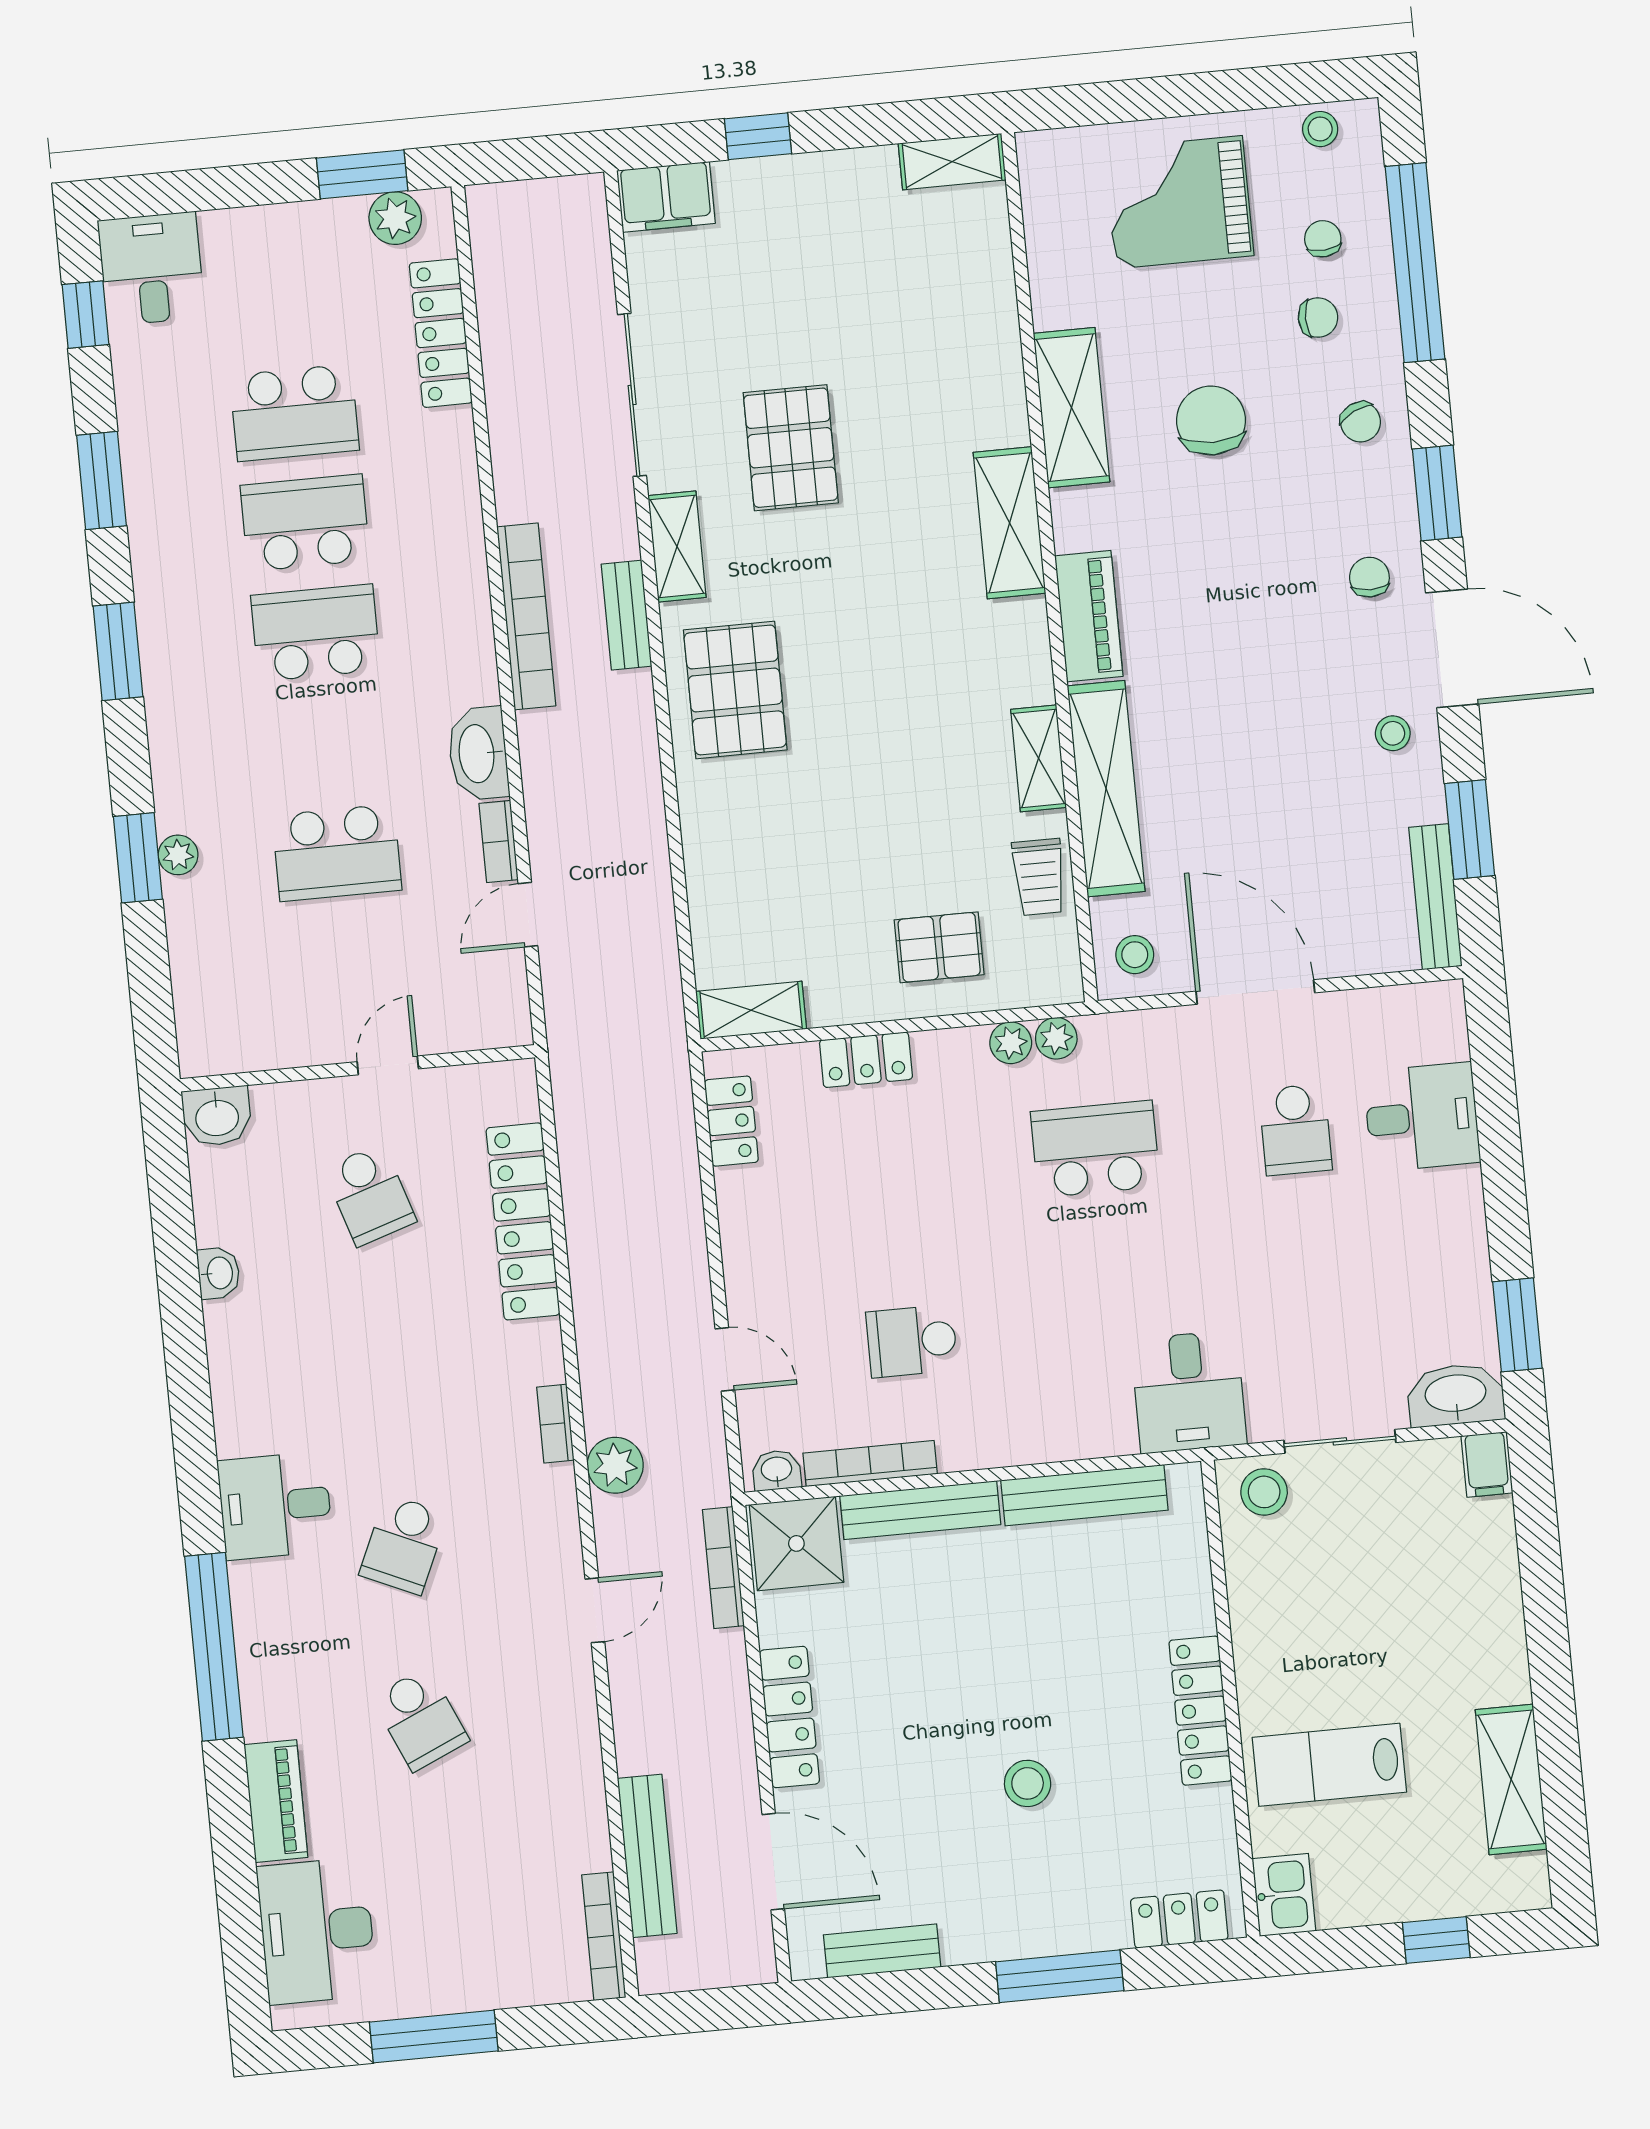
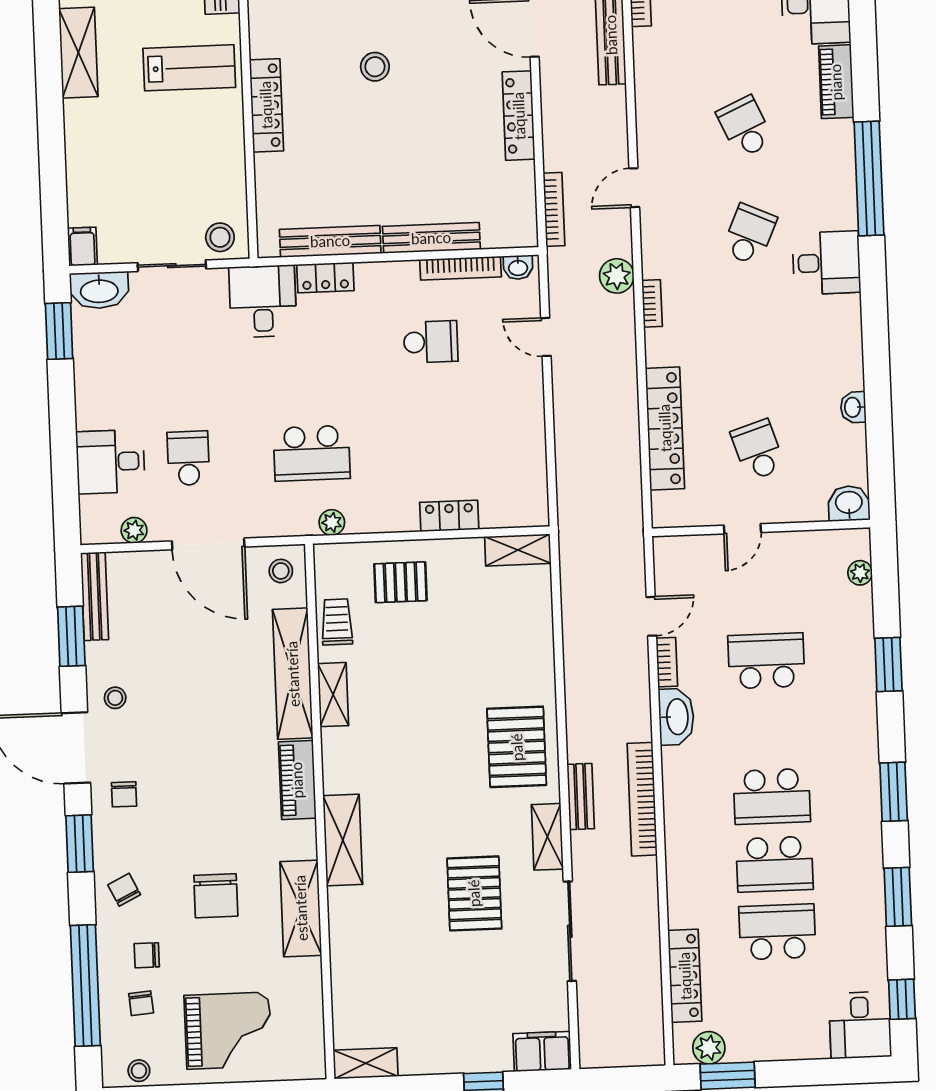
plant: (178, 855) -> (860, 573), moved
plant: (1011, 1043) -> (134, 530), moved
locker: (731, 1121) -> (325, 277), moved, turned -90
shower: (796, 1543) -> (508, 222), removed

